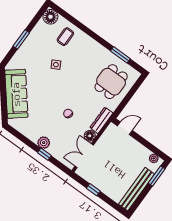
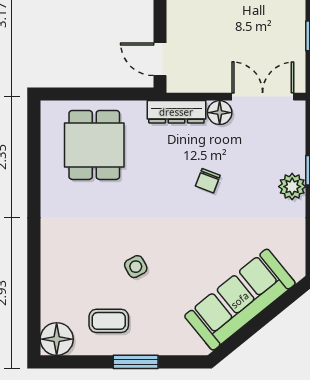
coffee table: (65, 37) -> (109, 321), moved
window: (120, 55) -> (34, 163), removed
dining table: (111, 82) -> (94, 145), turned 90
double door: (84, 156) -> (263, 97), swing flipped

